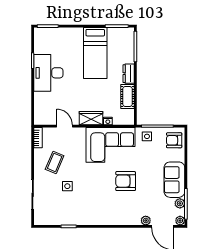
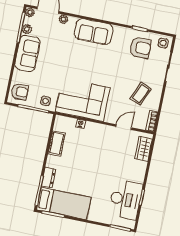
bed: (95, 53) -> (64, 203), moved, turned 90
desk: (48, 73) -> (125, 200), moved
dresser: (129, 74) -> (49, 178), moved
wardrobe: (91, 118) -> (144, 149), moved, turned 90
door: (65, 126) -> (124, 127), swing flipped
armchair: (126, 181) -> (140, 48), moved
side table: (67, 186) -> (163, 43), moved
sofa: (113, 214) -> (94, 32), added

